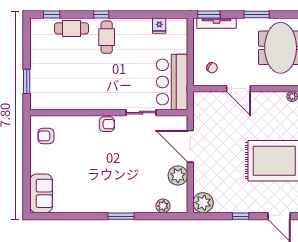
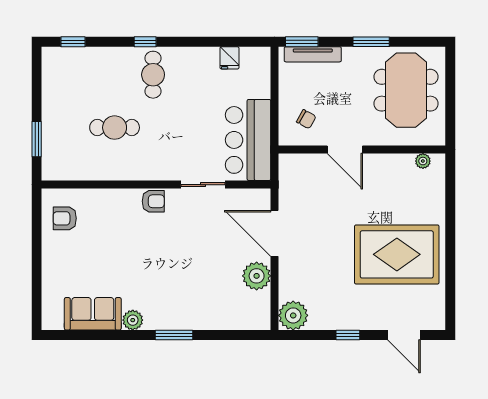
cafe table: (72, 28) -> (115, 128), moved
sofa: (41, 193) -> (93, 314), moved, turned -90
plant: (163, 206) -> (133, 320), moved

